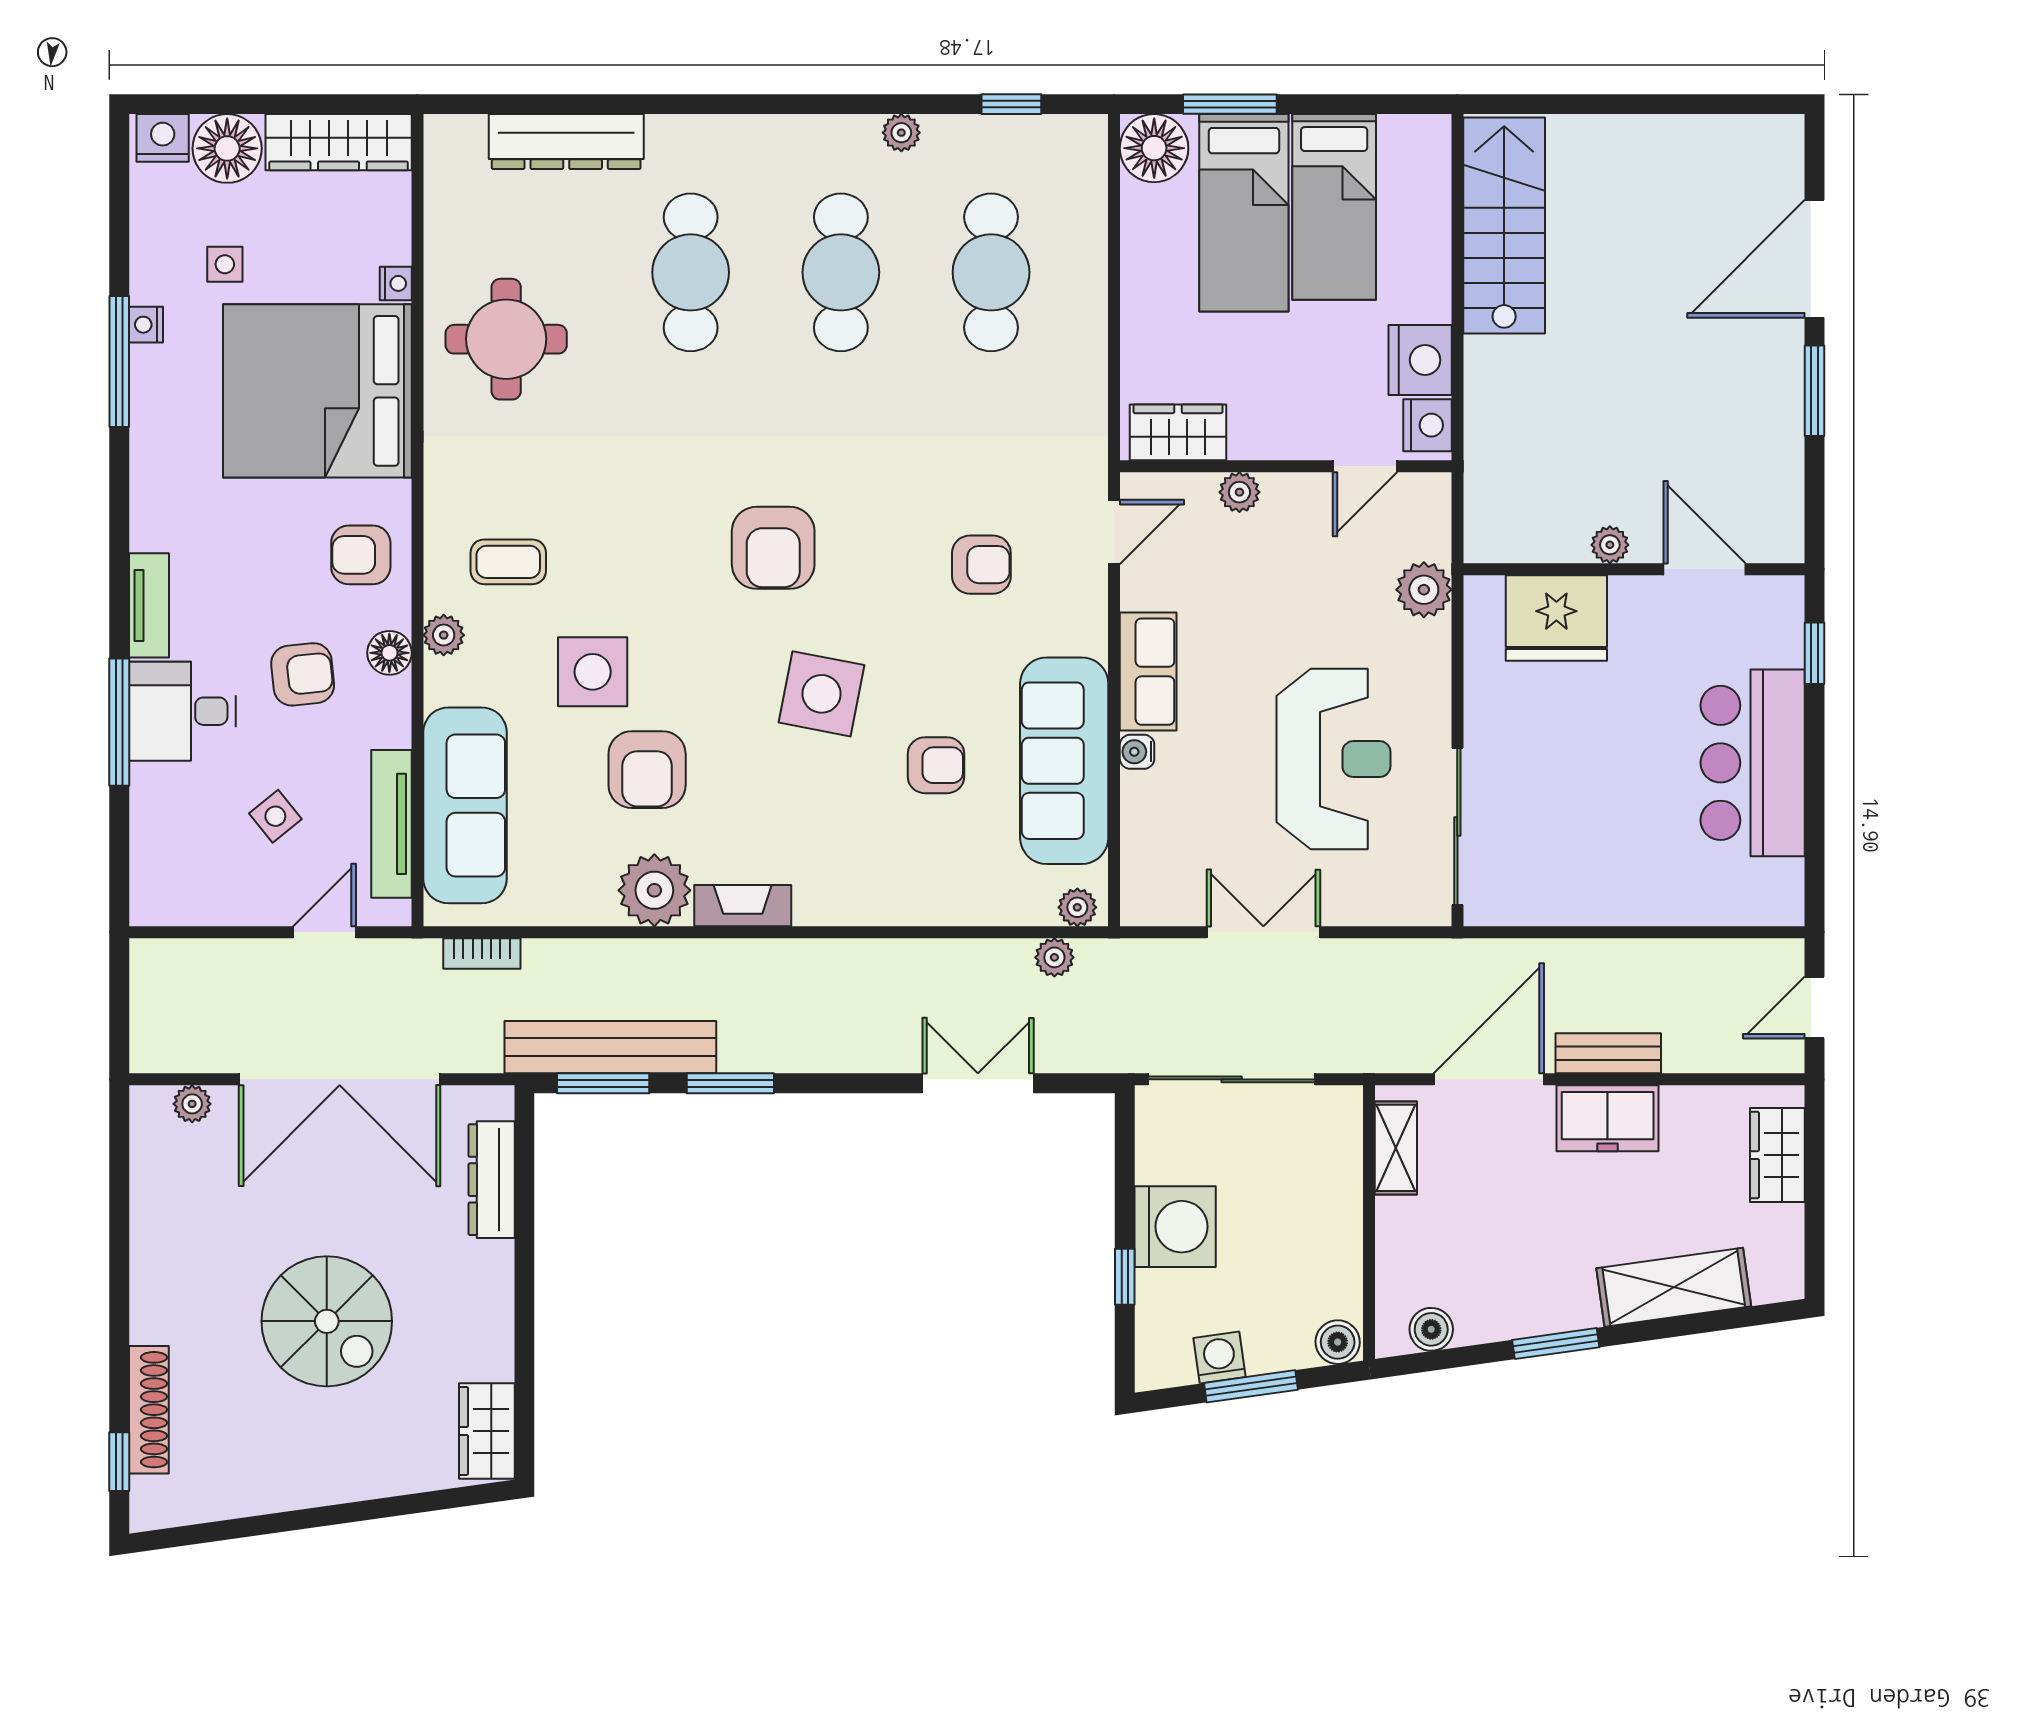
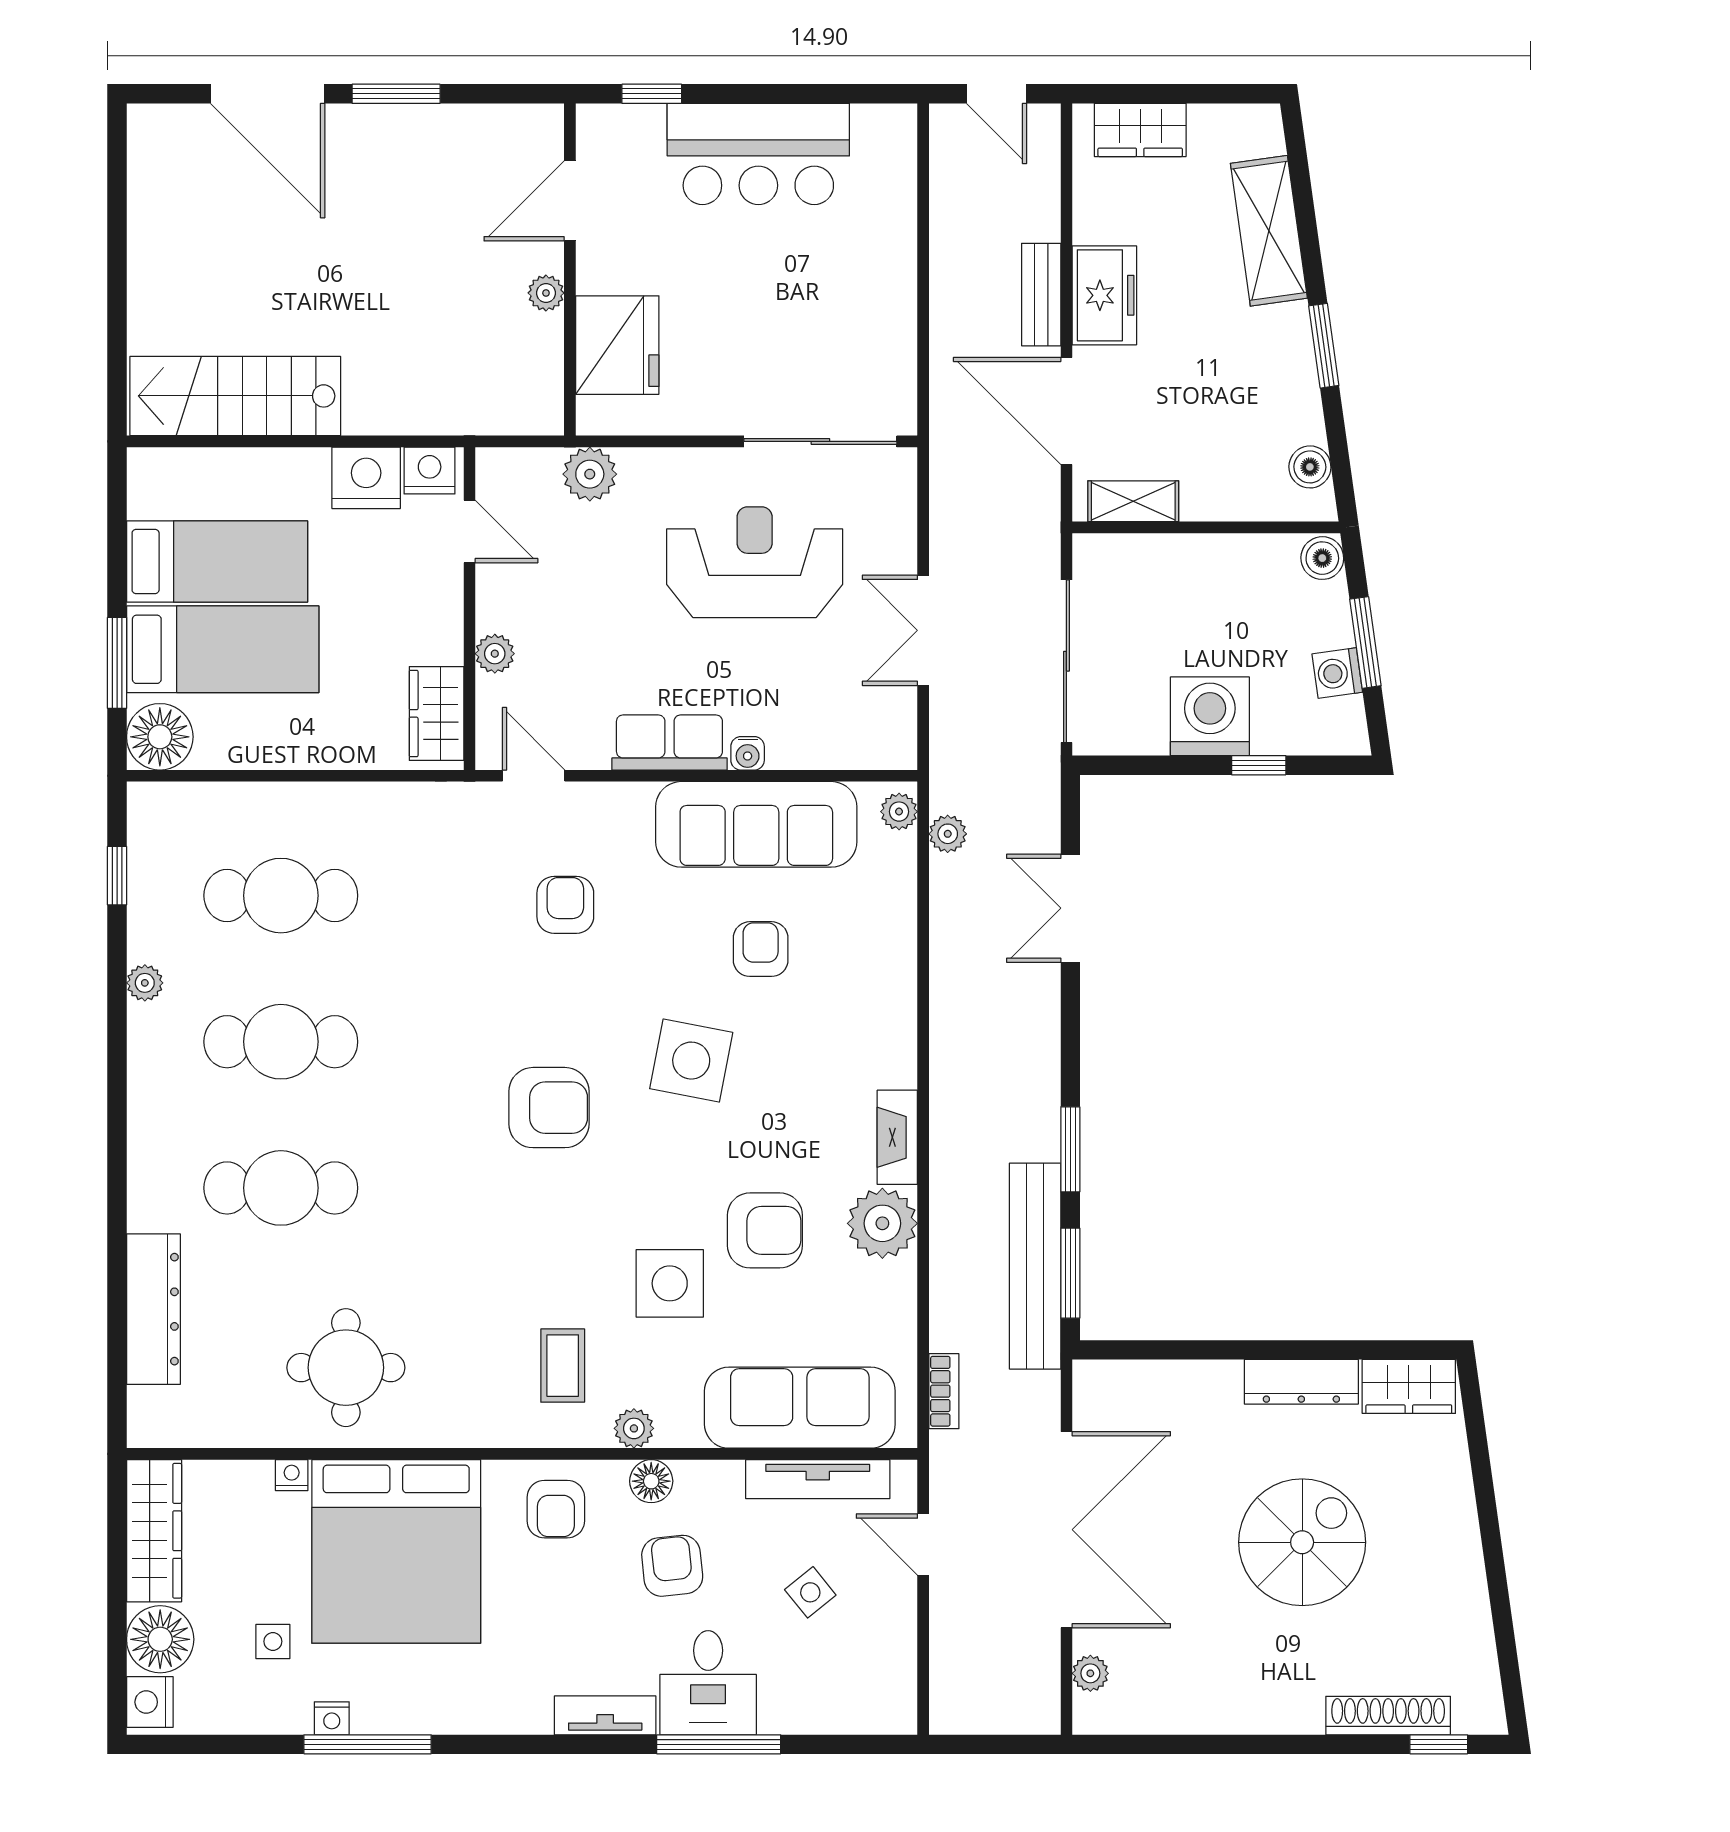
dresser: (492, 1180) -> (1301, 1382), moved

